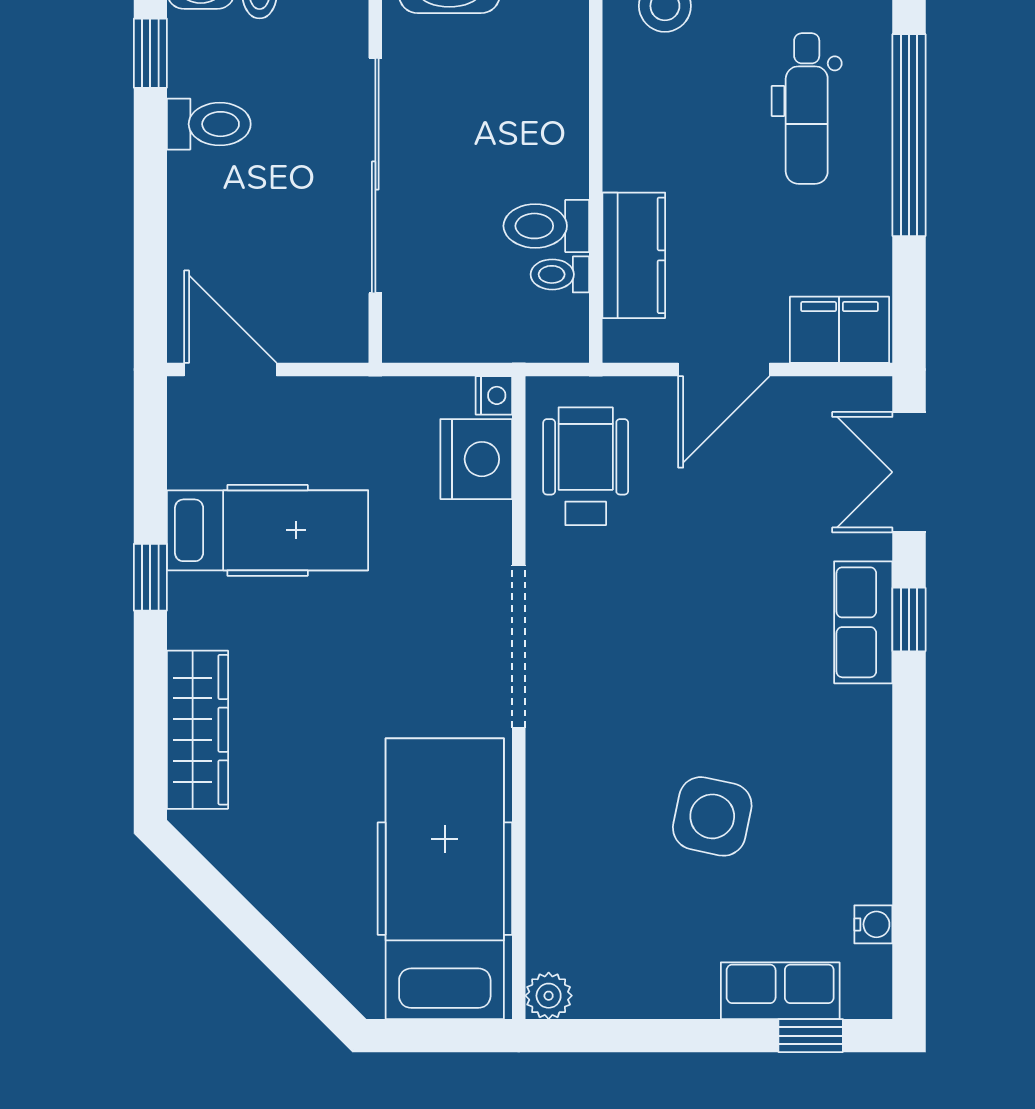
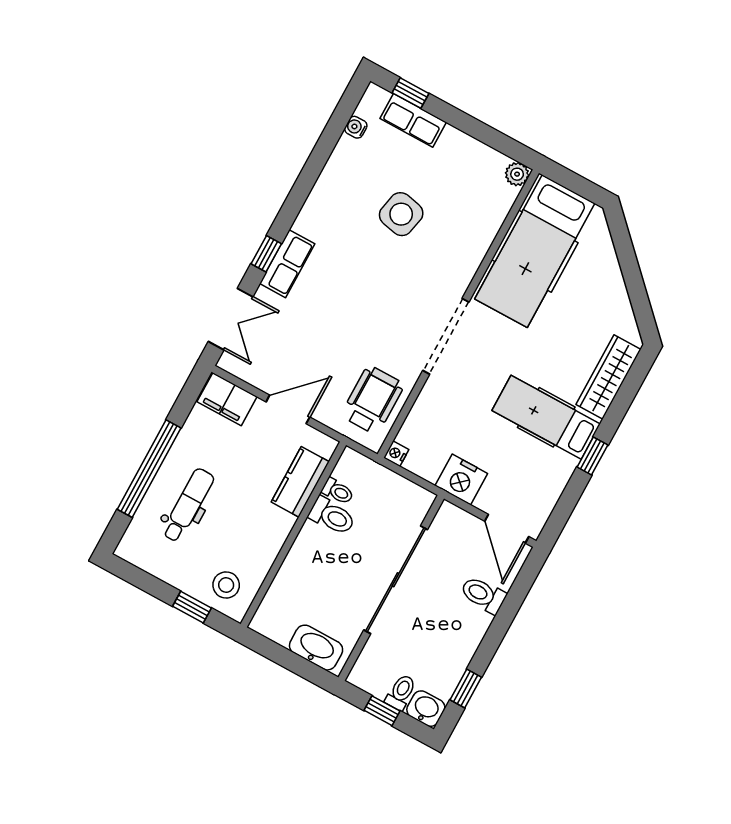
toilet: (209, 124) -> (483, 595), moved
nightstand: (476, 459) -> (461, 480), moved, turned -90
wheelchair: (586, 466) -> (373, 400), turned 180
hospital bed: (268, 530) -> (546, 417), moved

